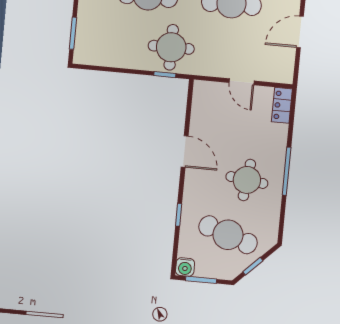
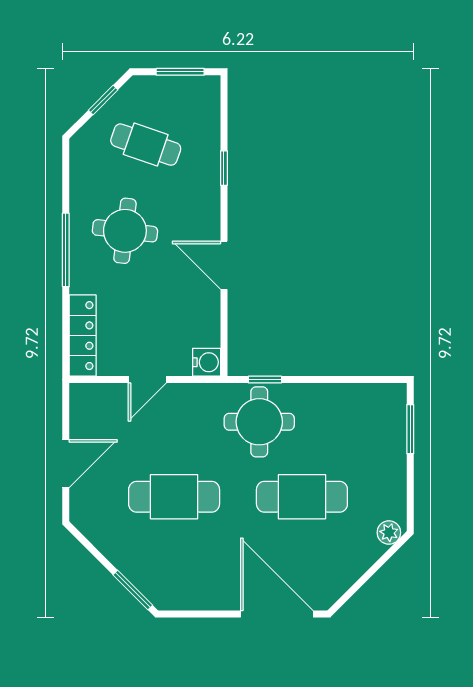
door: (242, 82) -> (147, 380), swing flipped
locker: (282, 105) -> (83, 336), width x1.53
cafe table: (228, 235) -> (146, 145), width x0.73, depth x0.74
water cooler: (185, 267) -> (207, 362), moved, turned 90

